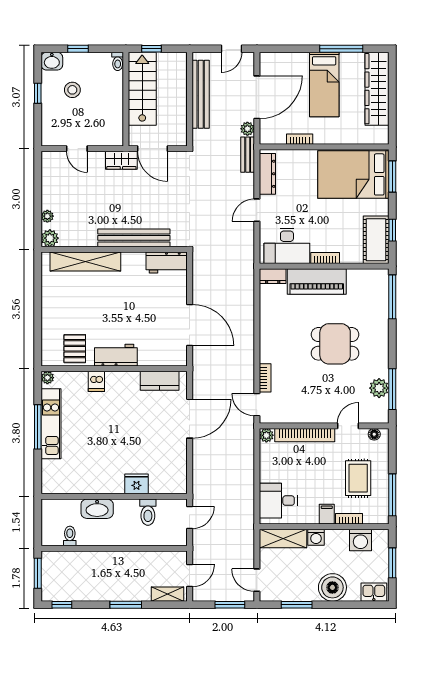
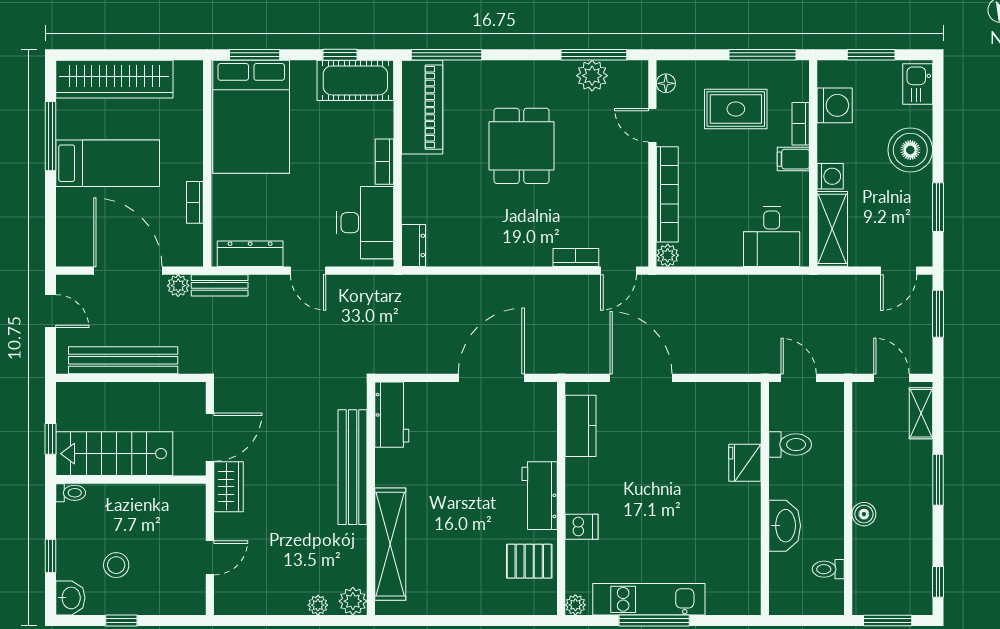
piano: (317, 282) -> (422, 107), moved
boiler: (104, 558) -> (864, 514), added

